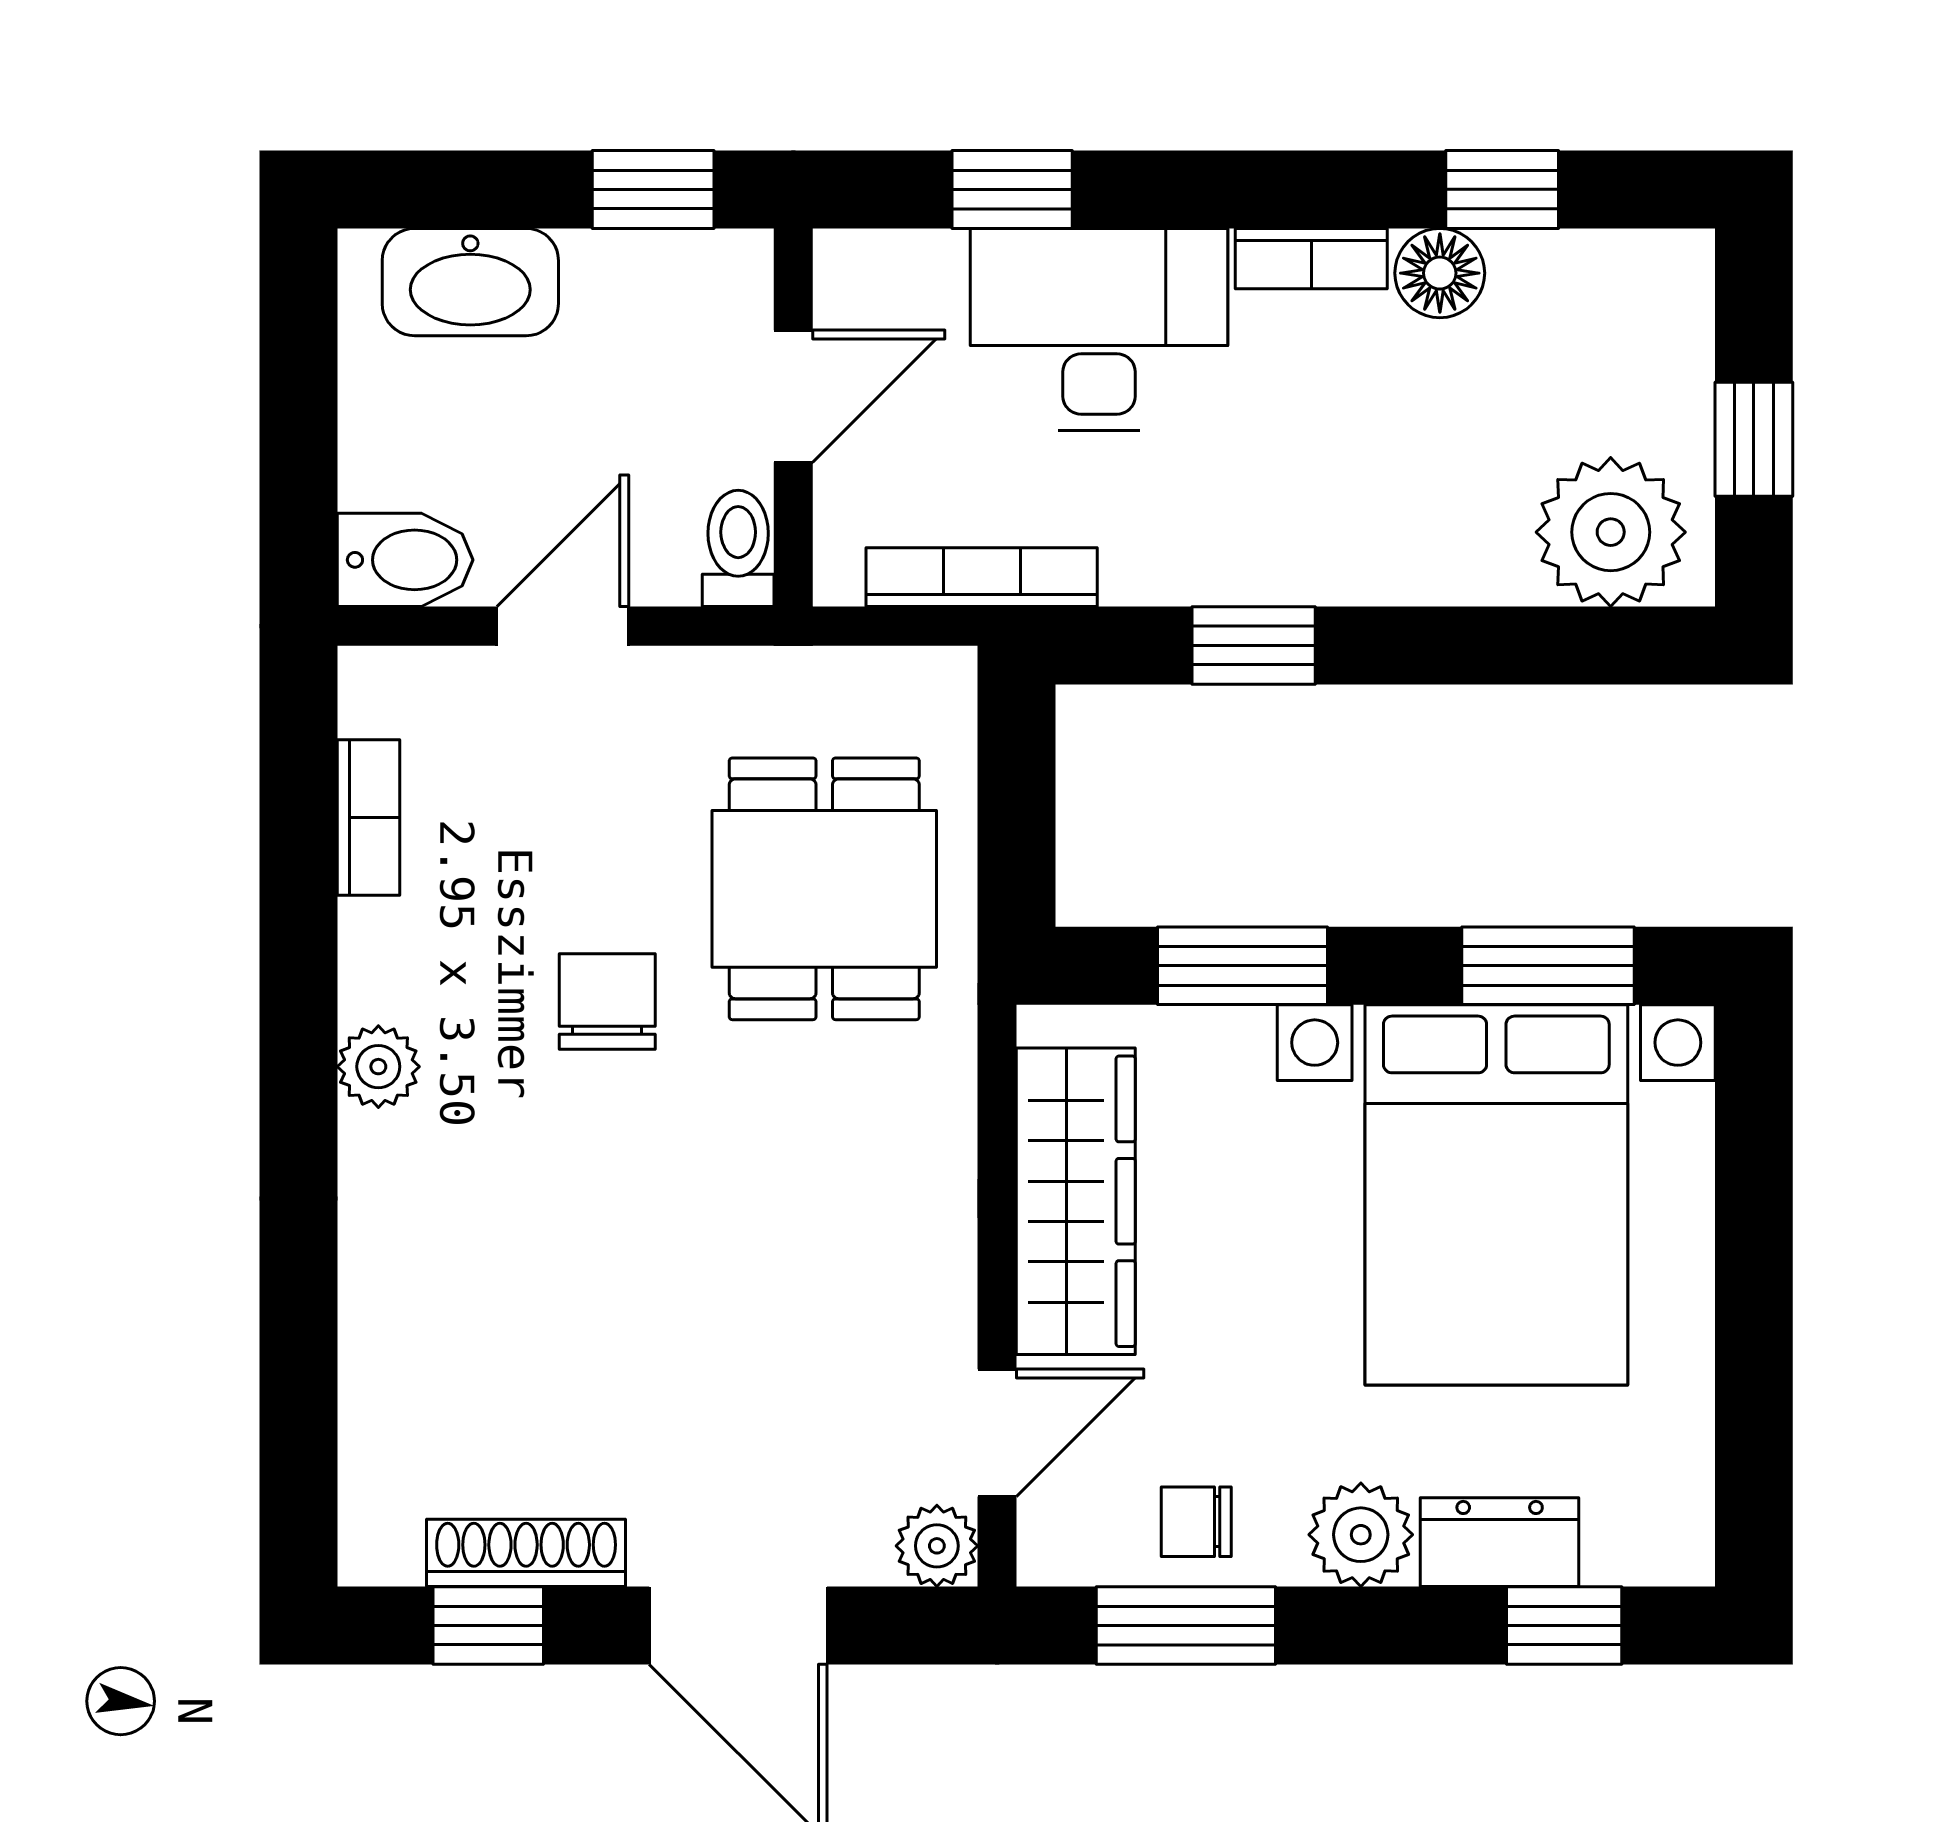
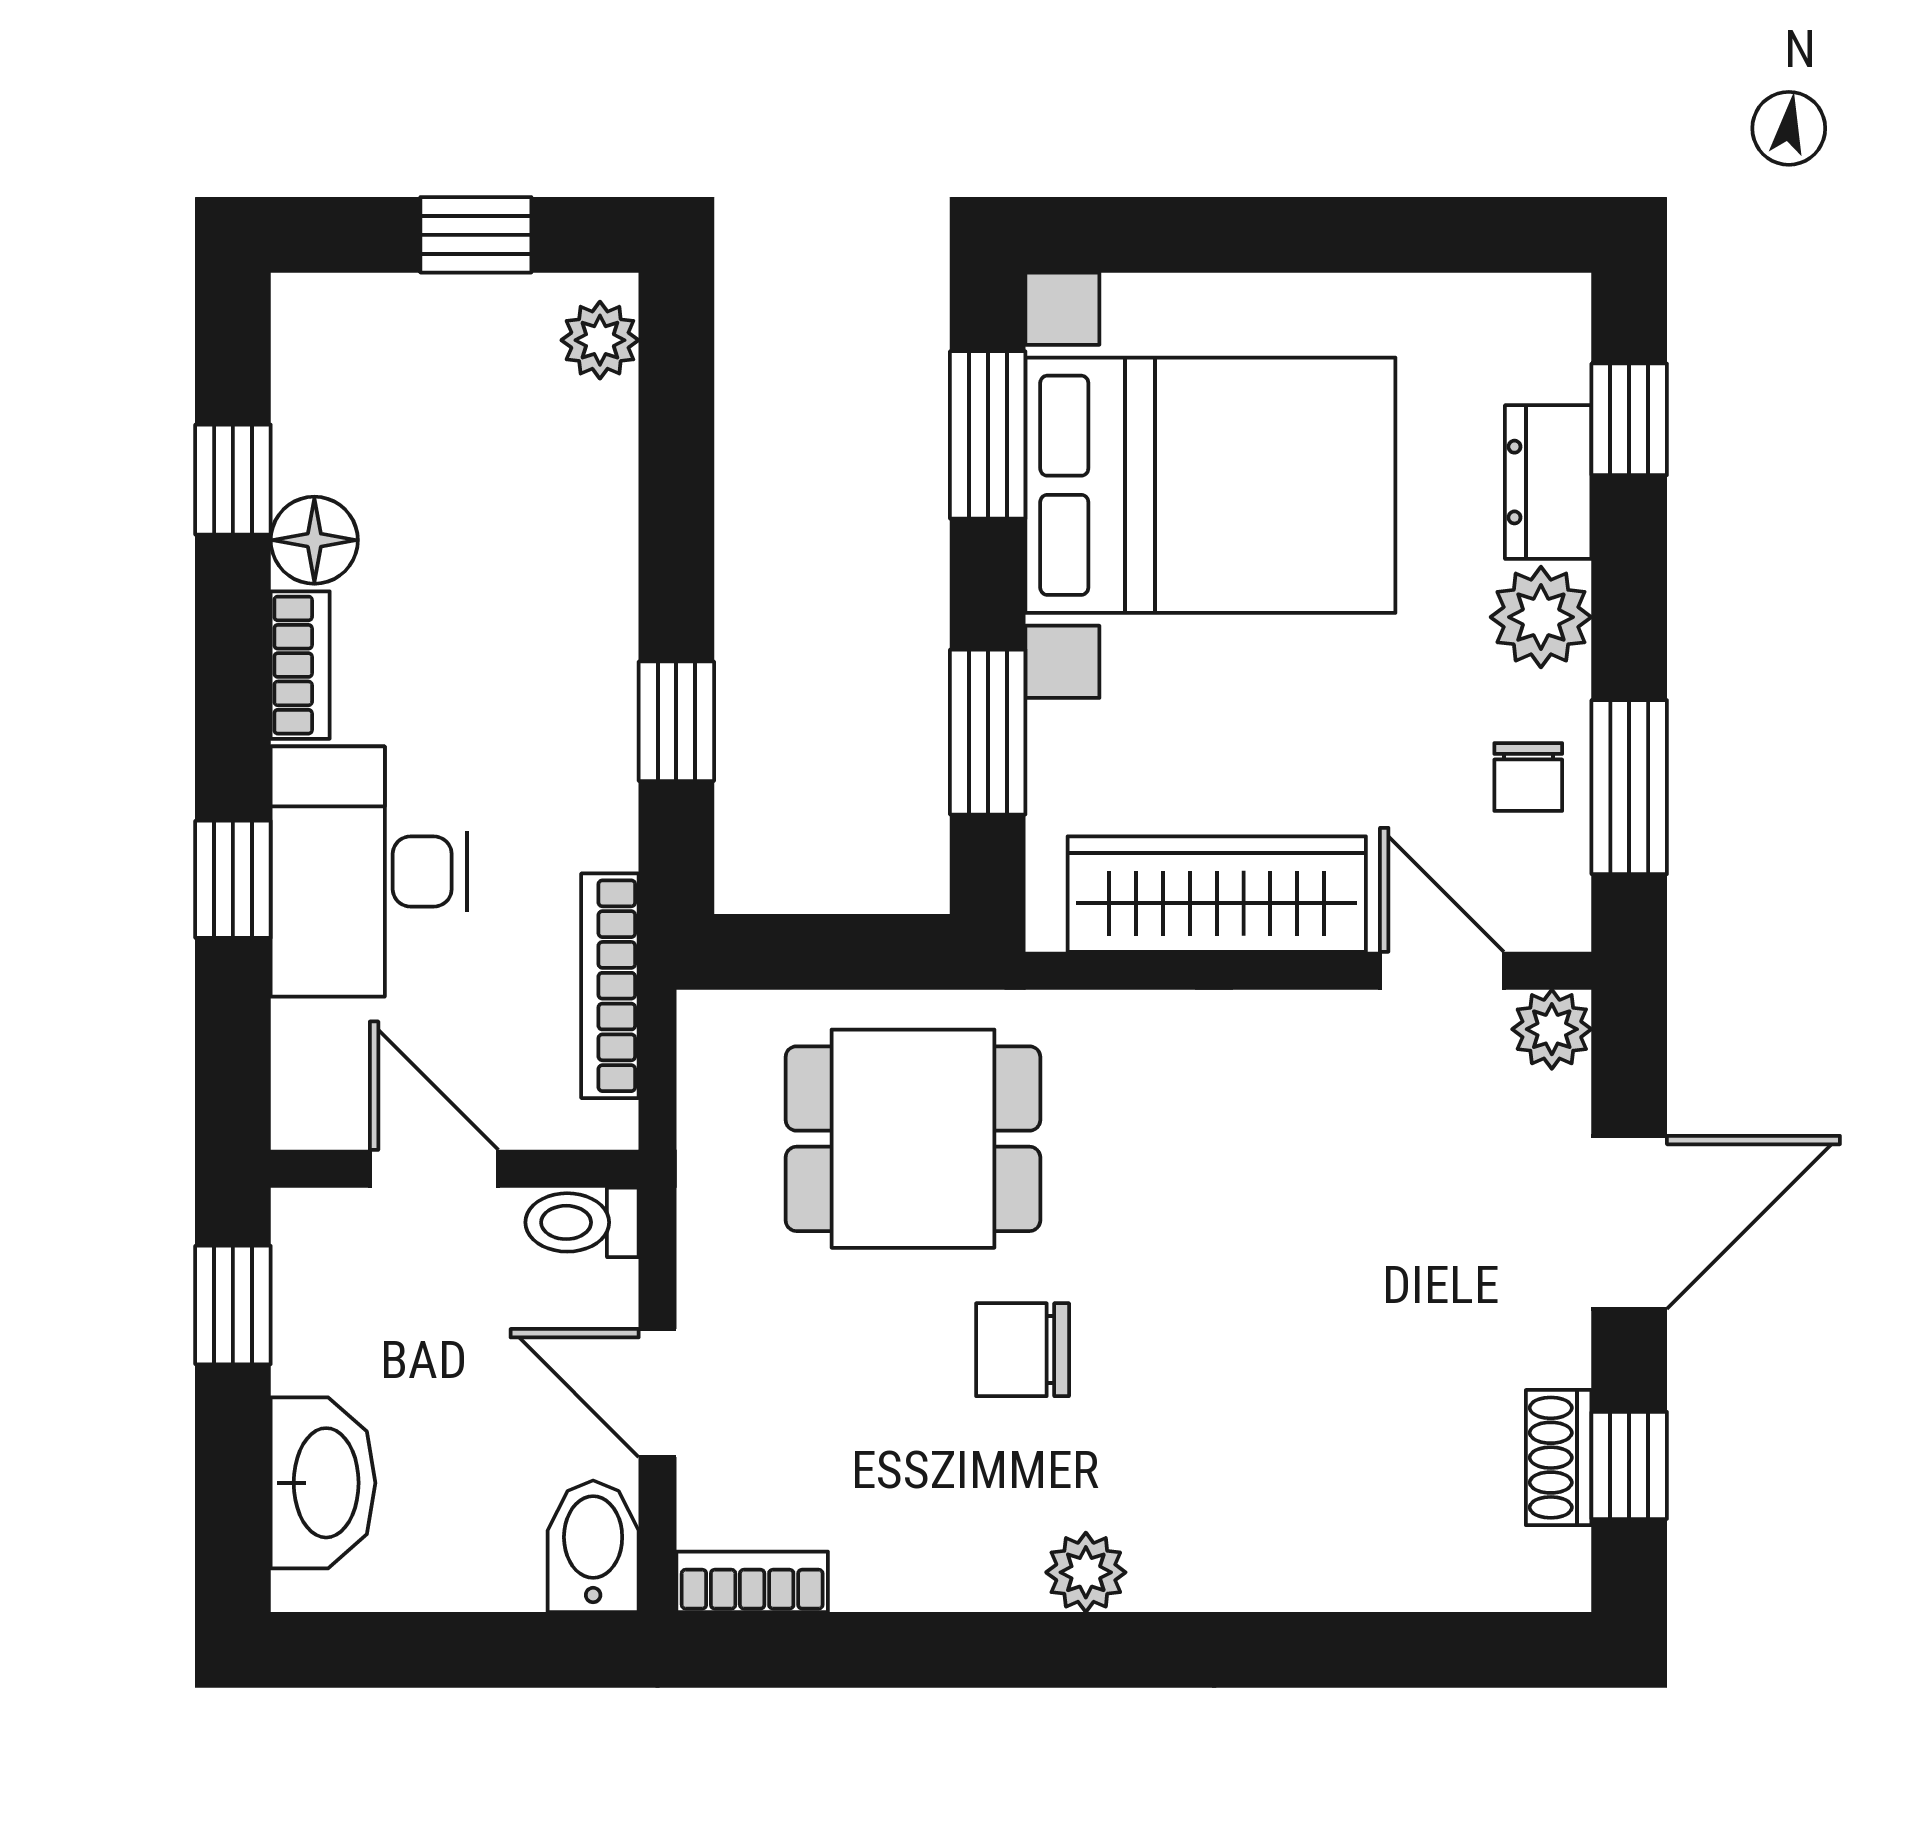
window: (1012, 189) -> (233, 879), moved
plant: (1611, 532) -> (600, 340), width x0.53, depth x0.53
bookcase: (368, 817) -> (752, 1582), moved
shoe rack: (526, 1553) -> (1559, 1458), width x0.70

